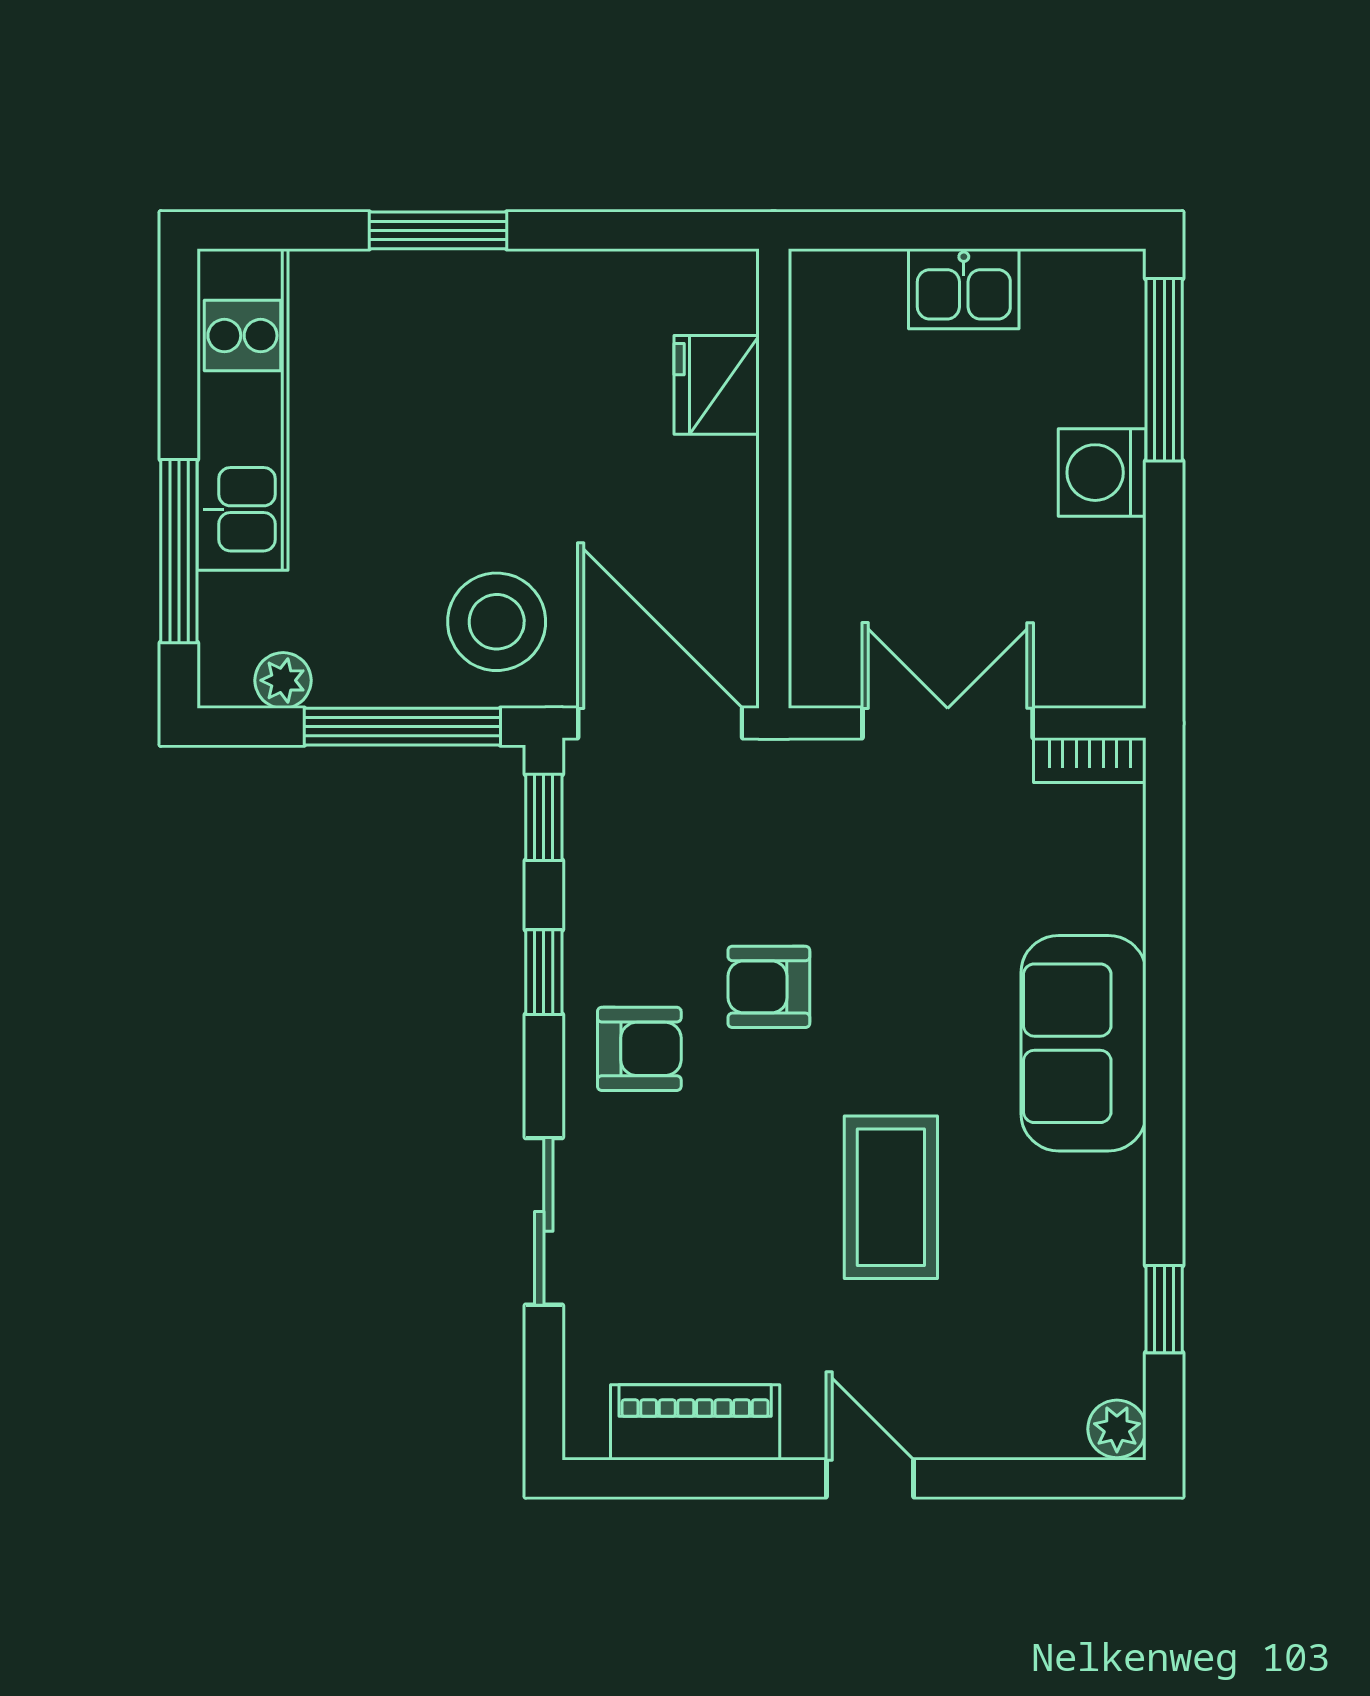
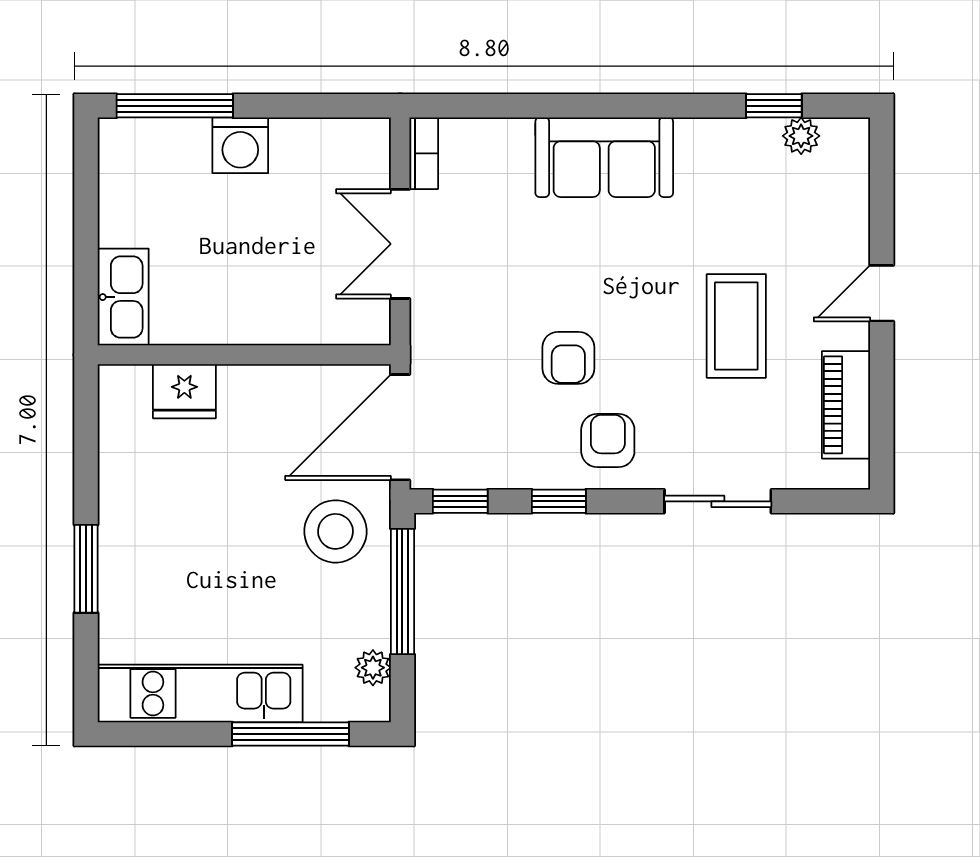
kitchen sink: (964, 289) -> (123, 297), moved, width x1.38
coffee table: (891, 1197) -> (736, 326), moved, turned 90
plant: (1117, 1429) -> (801, 136), moved

